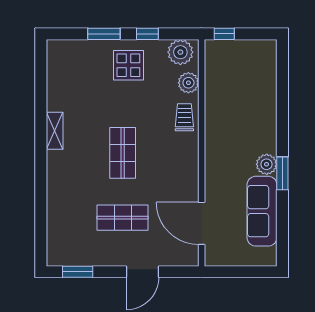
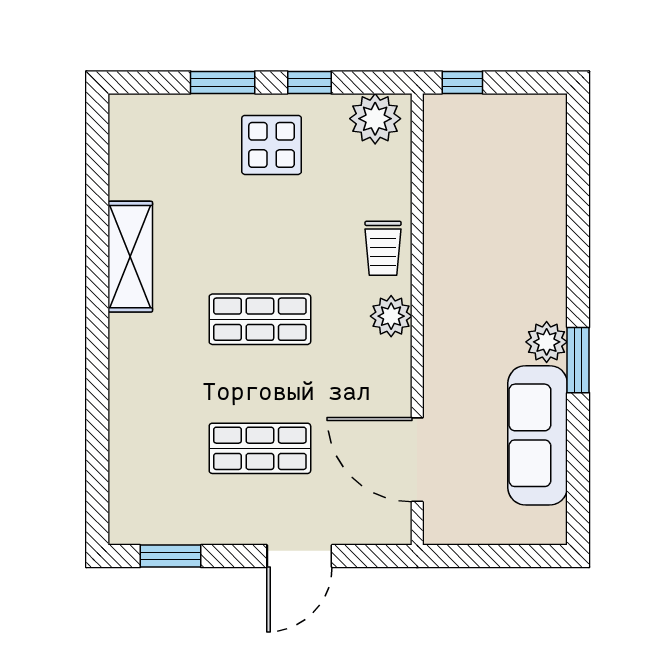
plant: (188, 83) -> (391, 316), moved
trolley: (184, 117) -> (383, 248), turned 180
shelving: (55, 131) -> (130, 257), width x1.50, depth x1.33
shop shelf: (123, 153) -> (260, 319), turned 90

